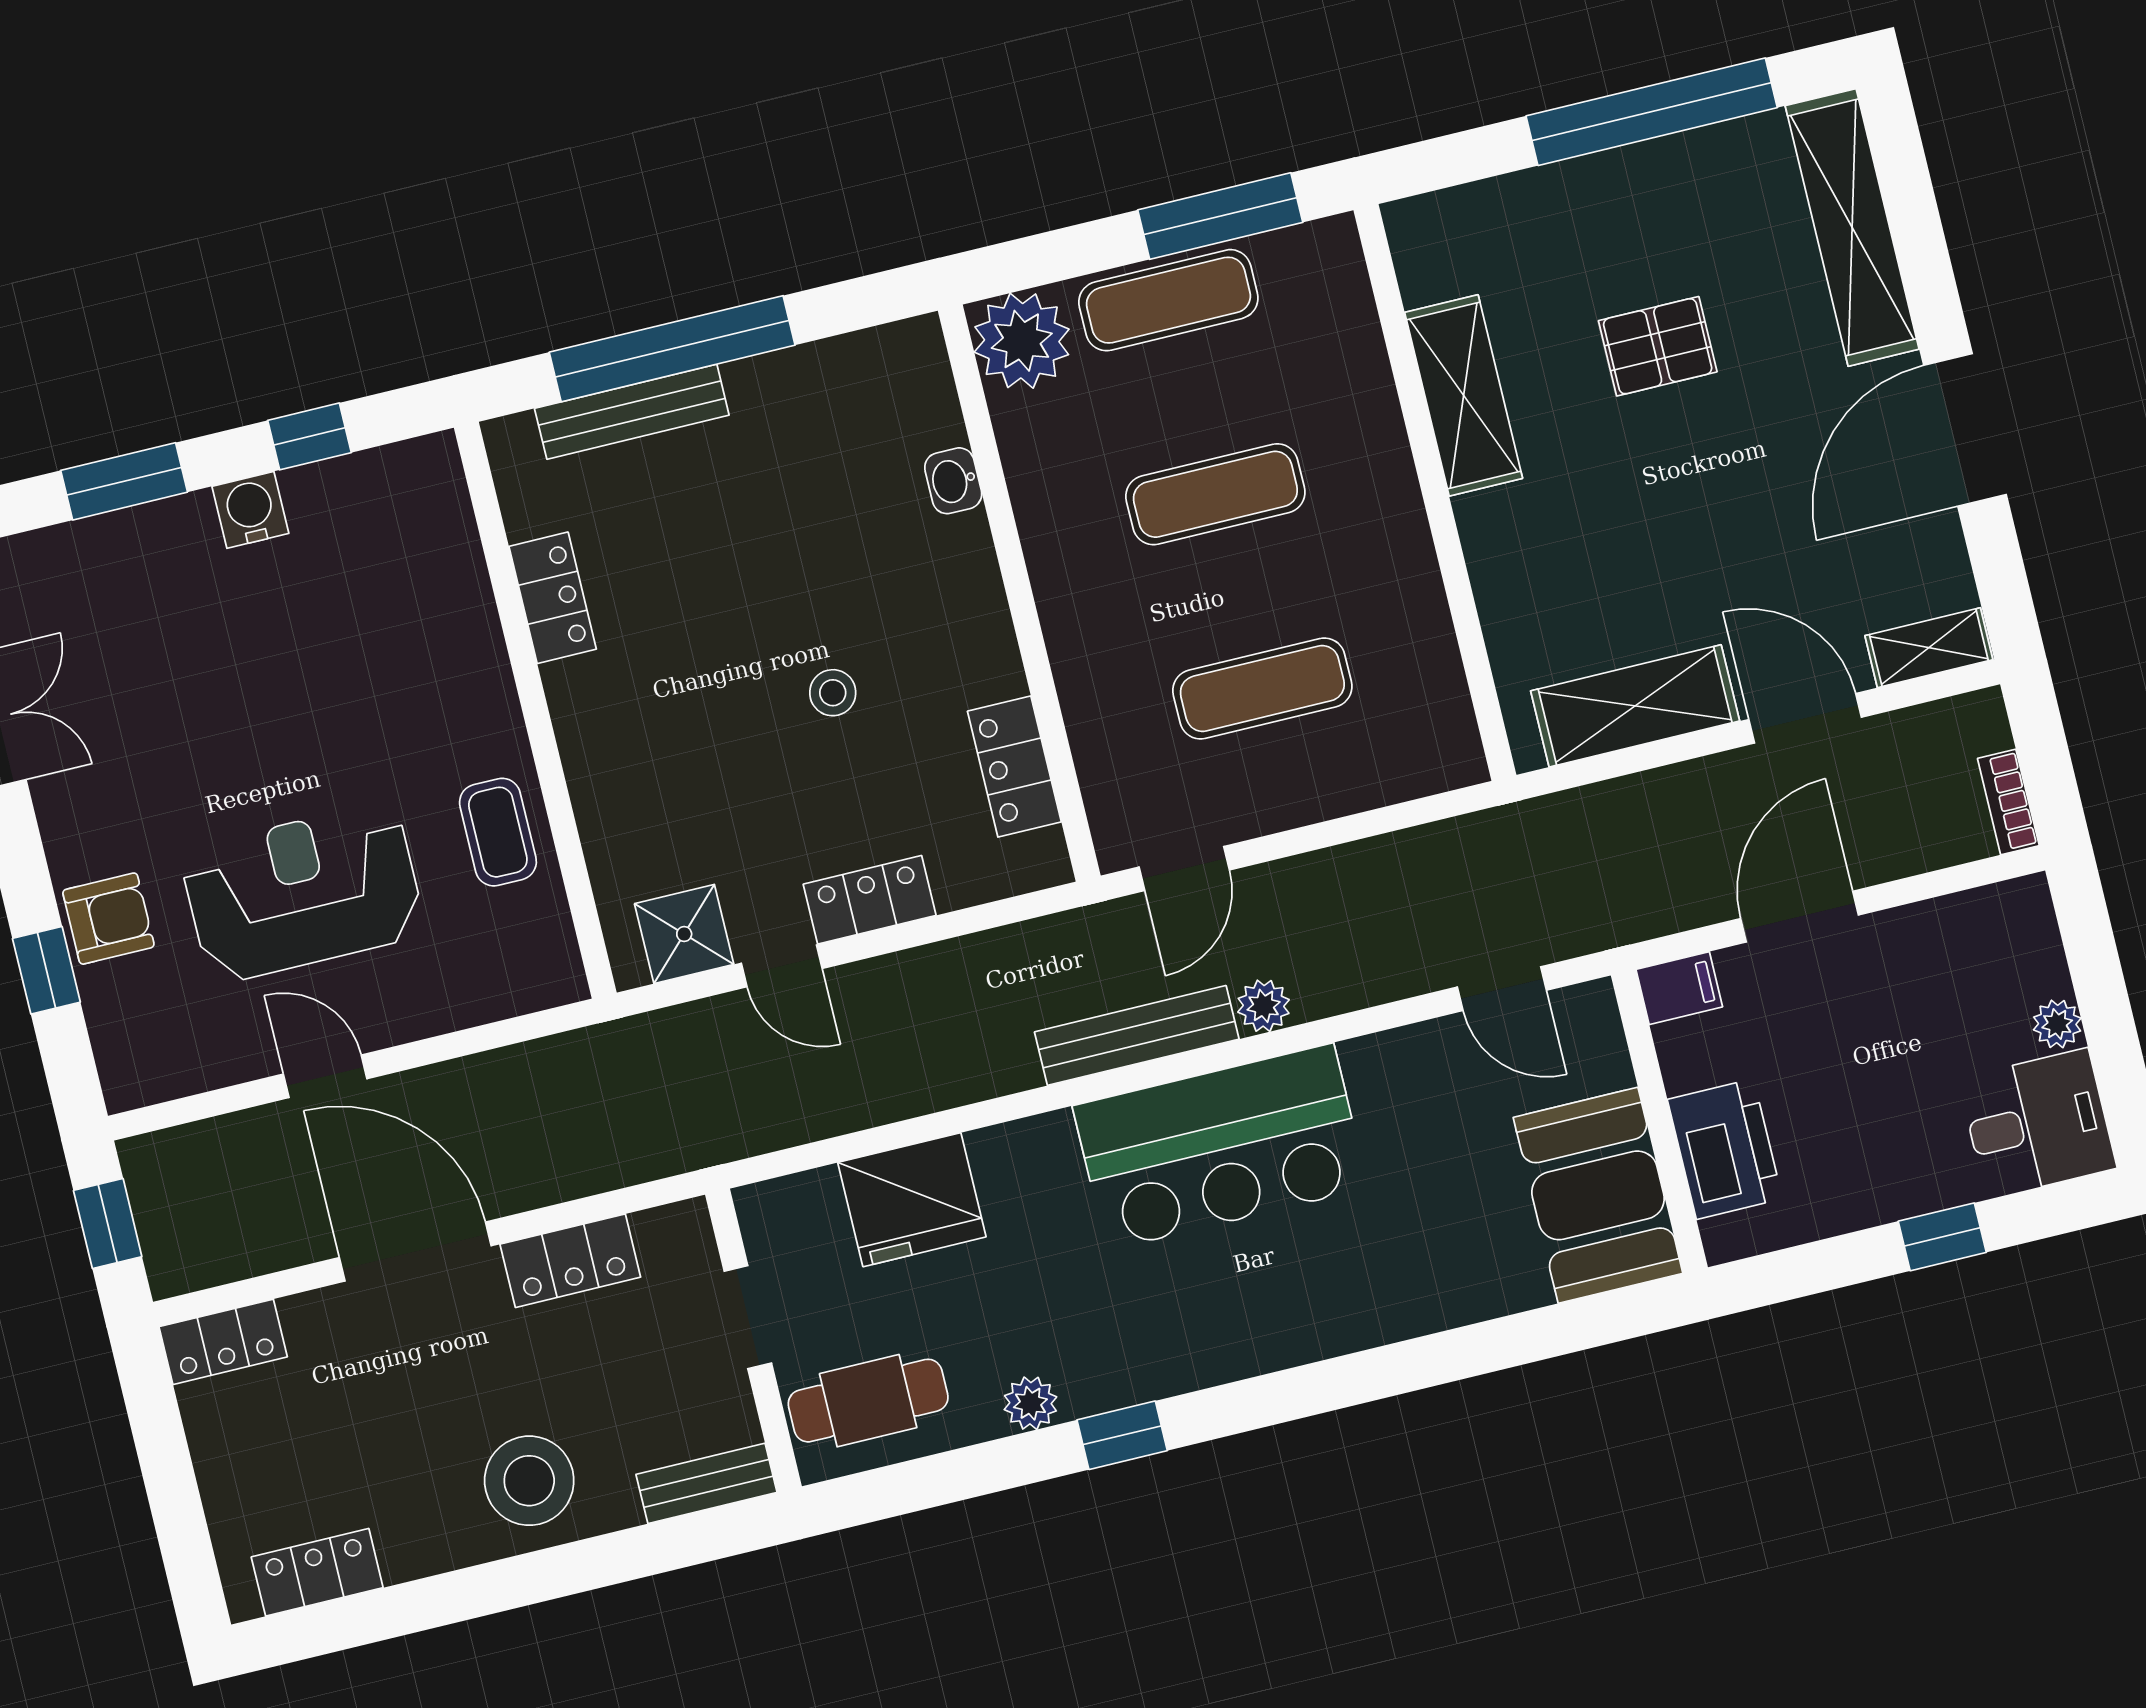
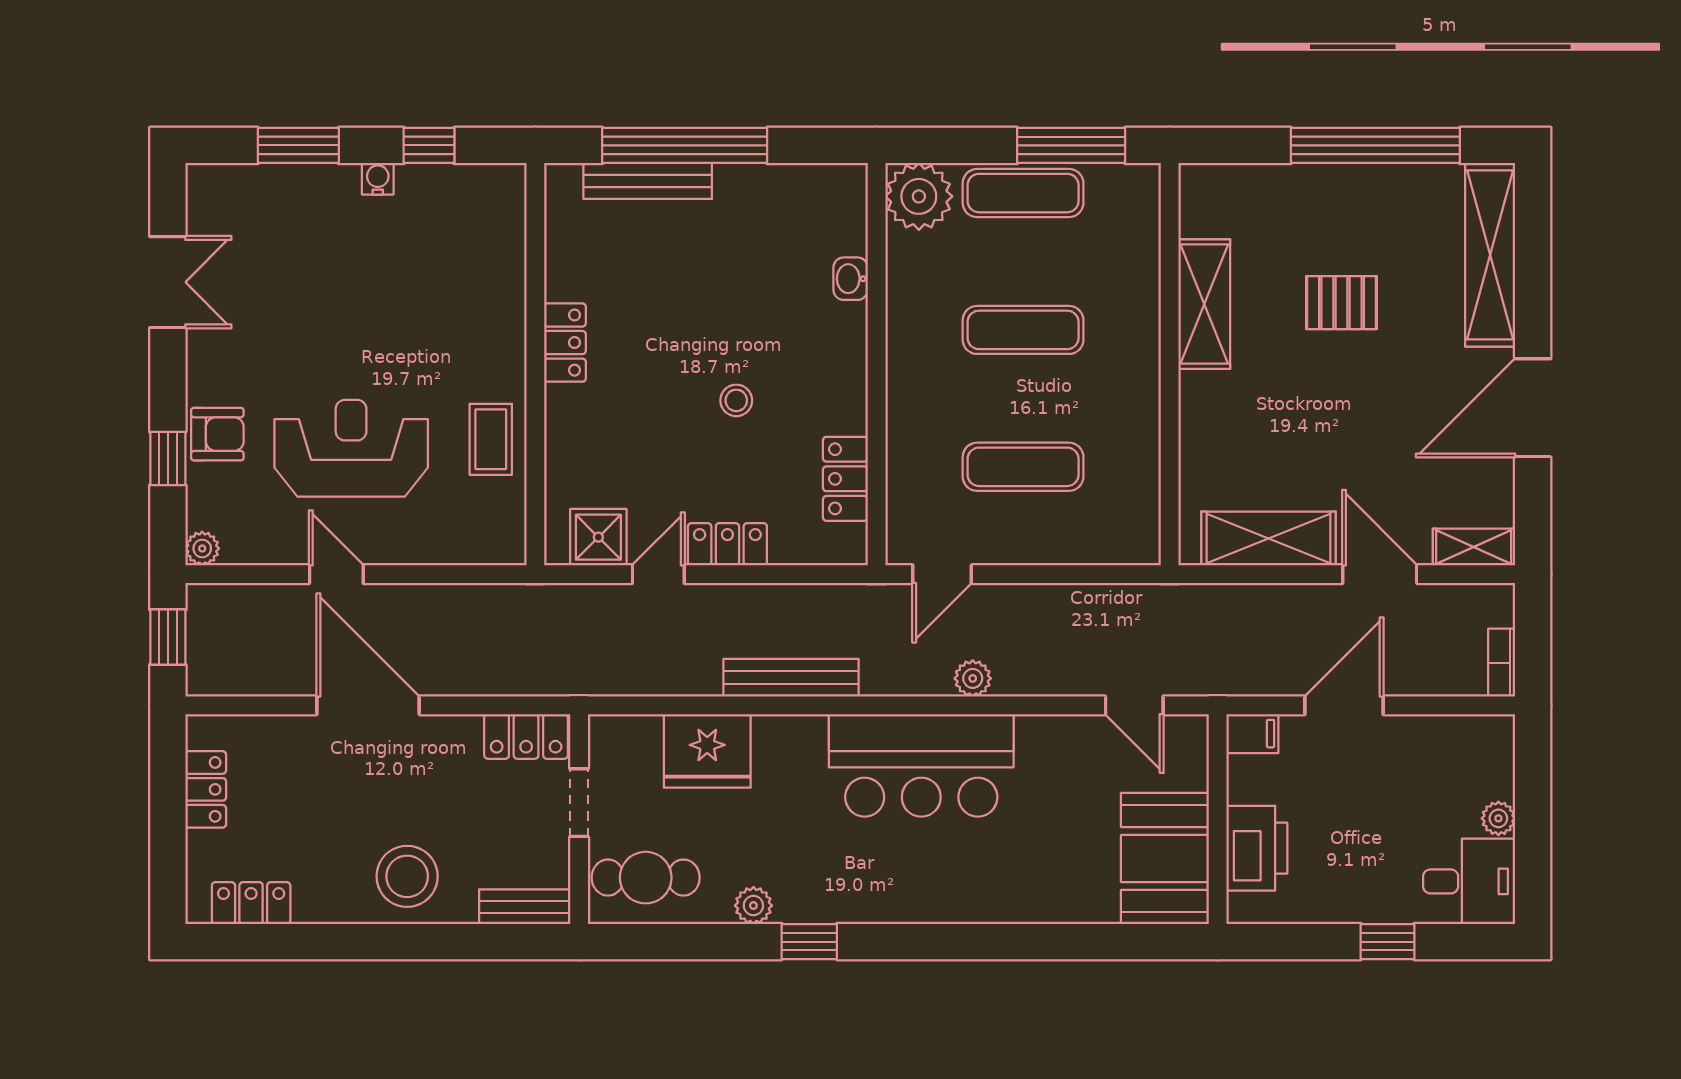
water cooler: (250, 510) -> (378, 179), width x0.72, depth x0.72
locker: (553, 598) -> (565, 343), moved
door: (782, 966) -> (658, 574), swing flipped
bench: (1137, 1035) -> (791, 678), moved
plant: (126, 1086) -> (202, 548), added
locker: (570, 1261) -> (526, 736), moved
locker: (223, 1342) -> (206, 789), moved, turned -90

